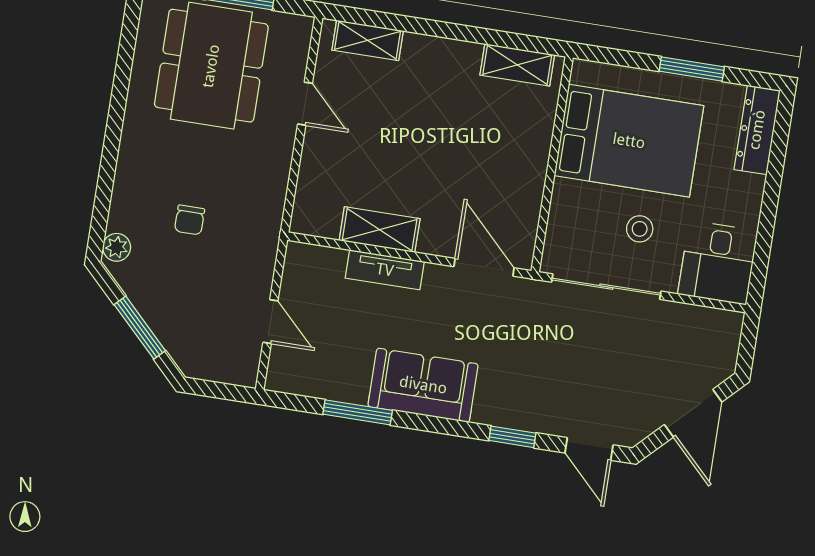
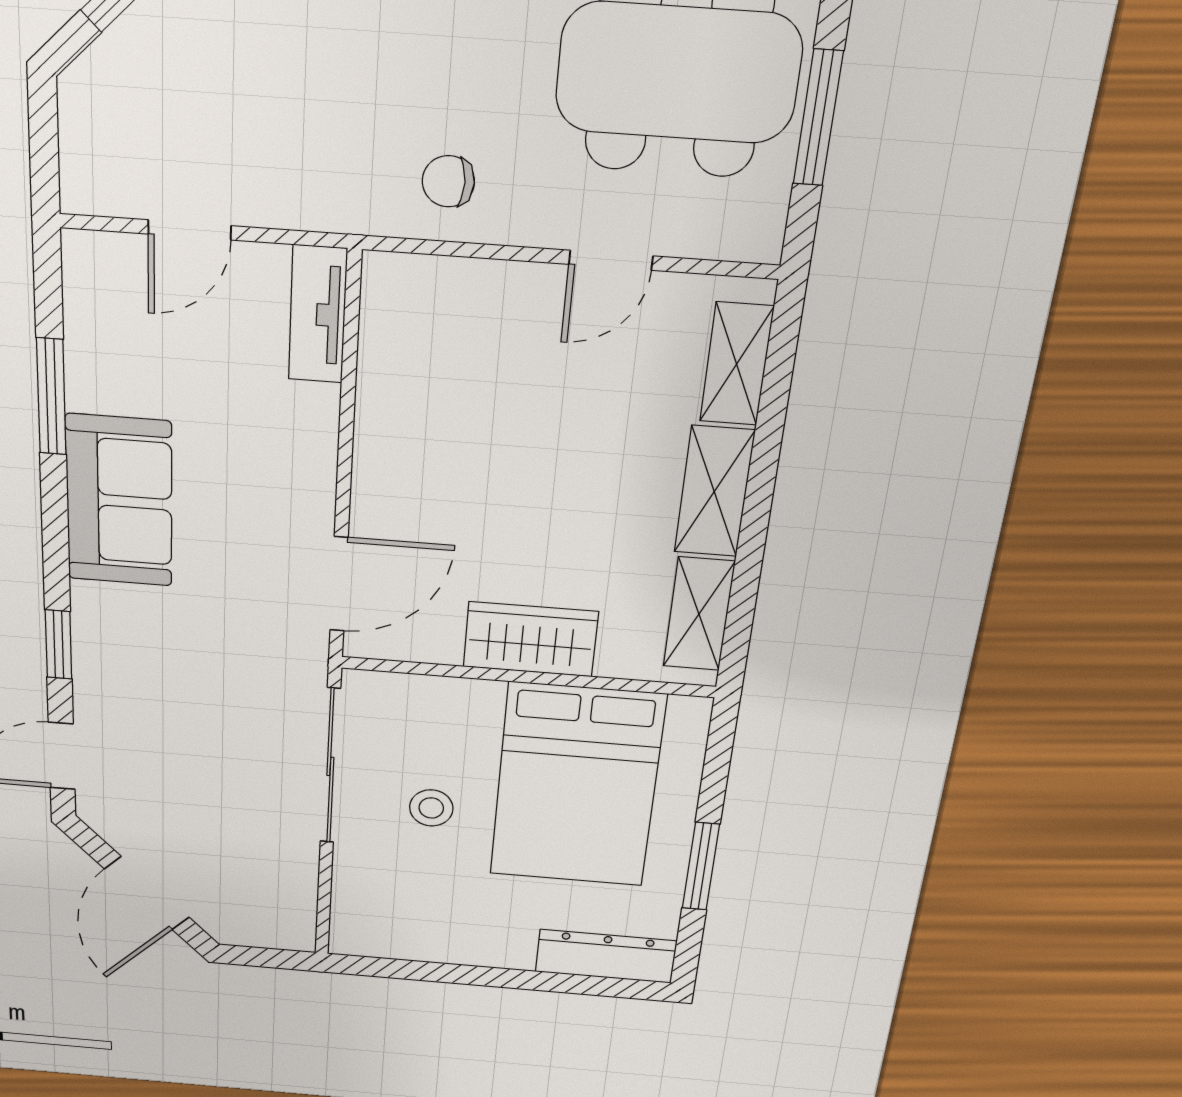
wardrobe: (527, 161) -> (530, 639), added
chair: (190, 220) -> (448, 181), moved
shelving: (380, 230) -> (714, 492), moved
desk: (718, 263) -> (389, 915), removed
tv unit: (385, 270) -> (318, 314), moved
door: (693, 413) -> (147, 893), hinge flipped

